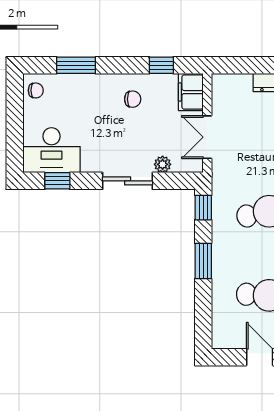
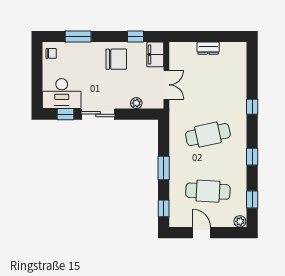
chair: (133, 99) -> (116, 59), width x1.87, depth x1.87
double door: (207, 137) -> (166, 85), swing flipped
sliding door: (128, 181) -> (98, 114), moved
window: (203, 208) -> (164, 208), moved

